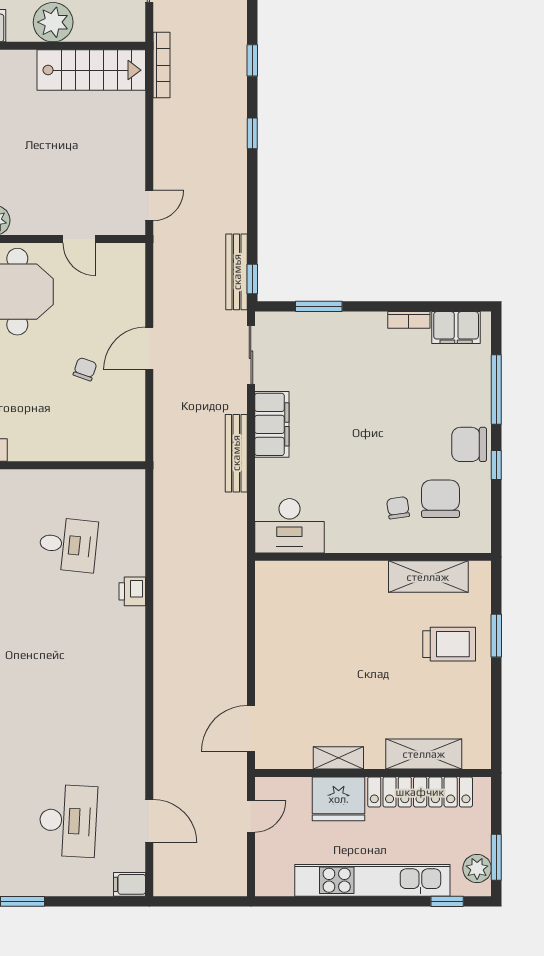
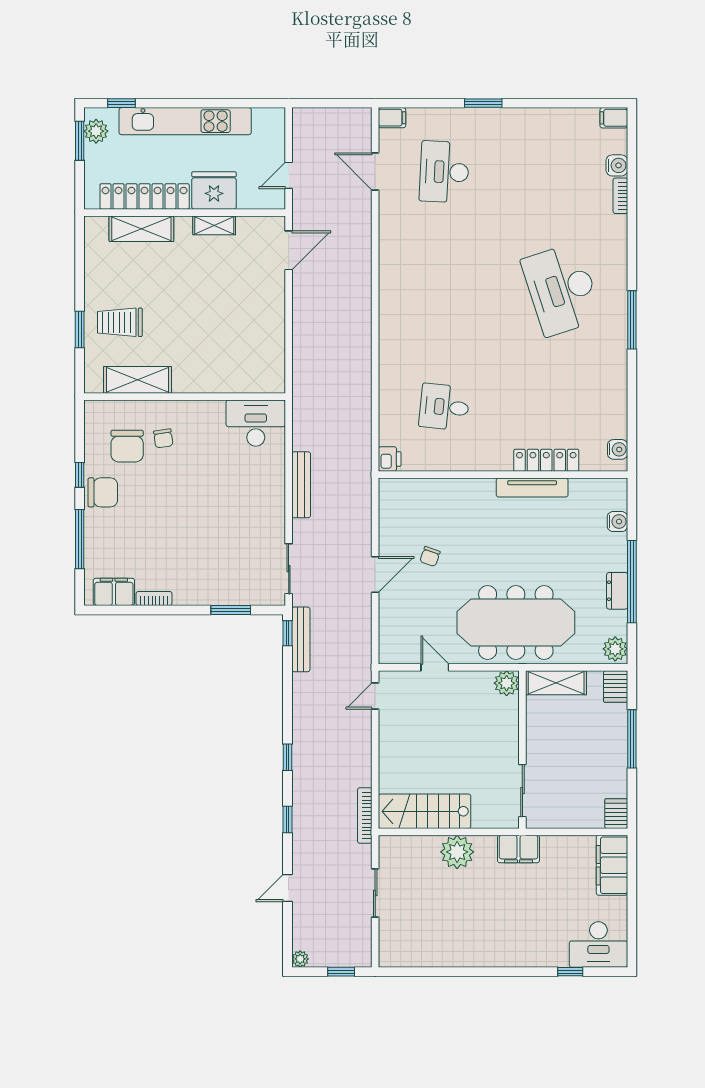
filing cabinet: (272, 424) -> (271, 509), removed
printer: (132, 591) -> (390, 459), moved

